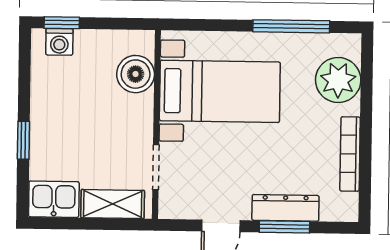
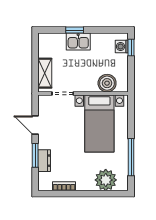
bookcase: (350, 154) -> (64, 186), width x0.64
kitchen sink: (54, 199) -> (78, 42), moved, turned 90
dresser: (285, 208) -> (44, 161), width x0.70

